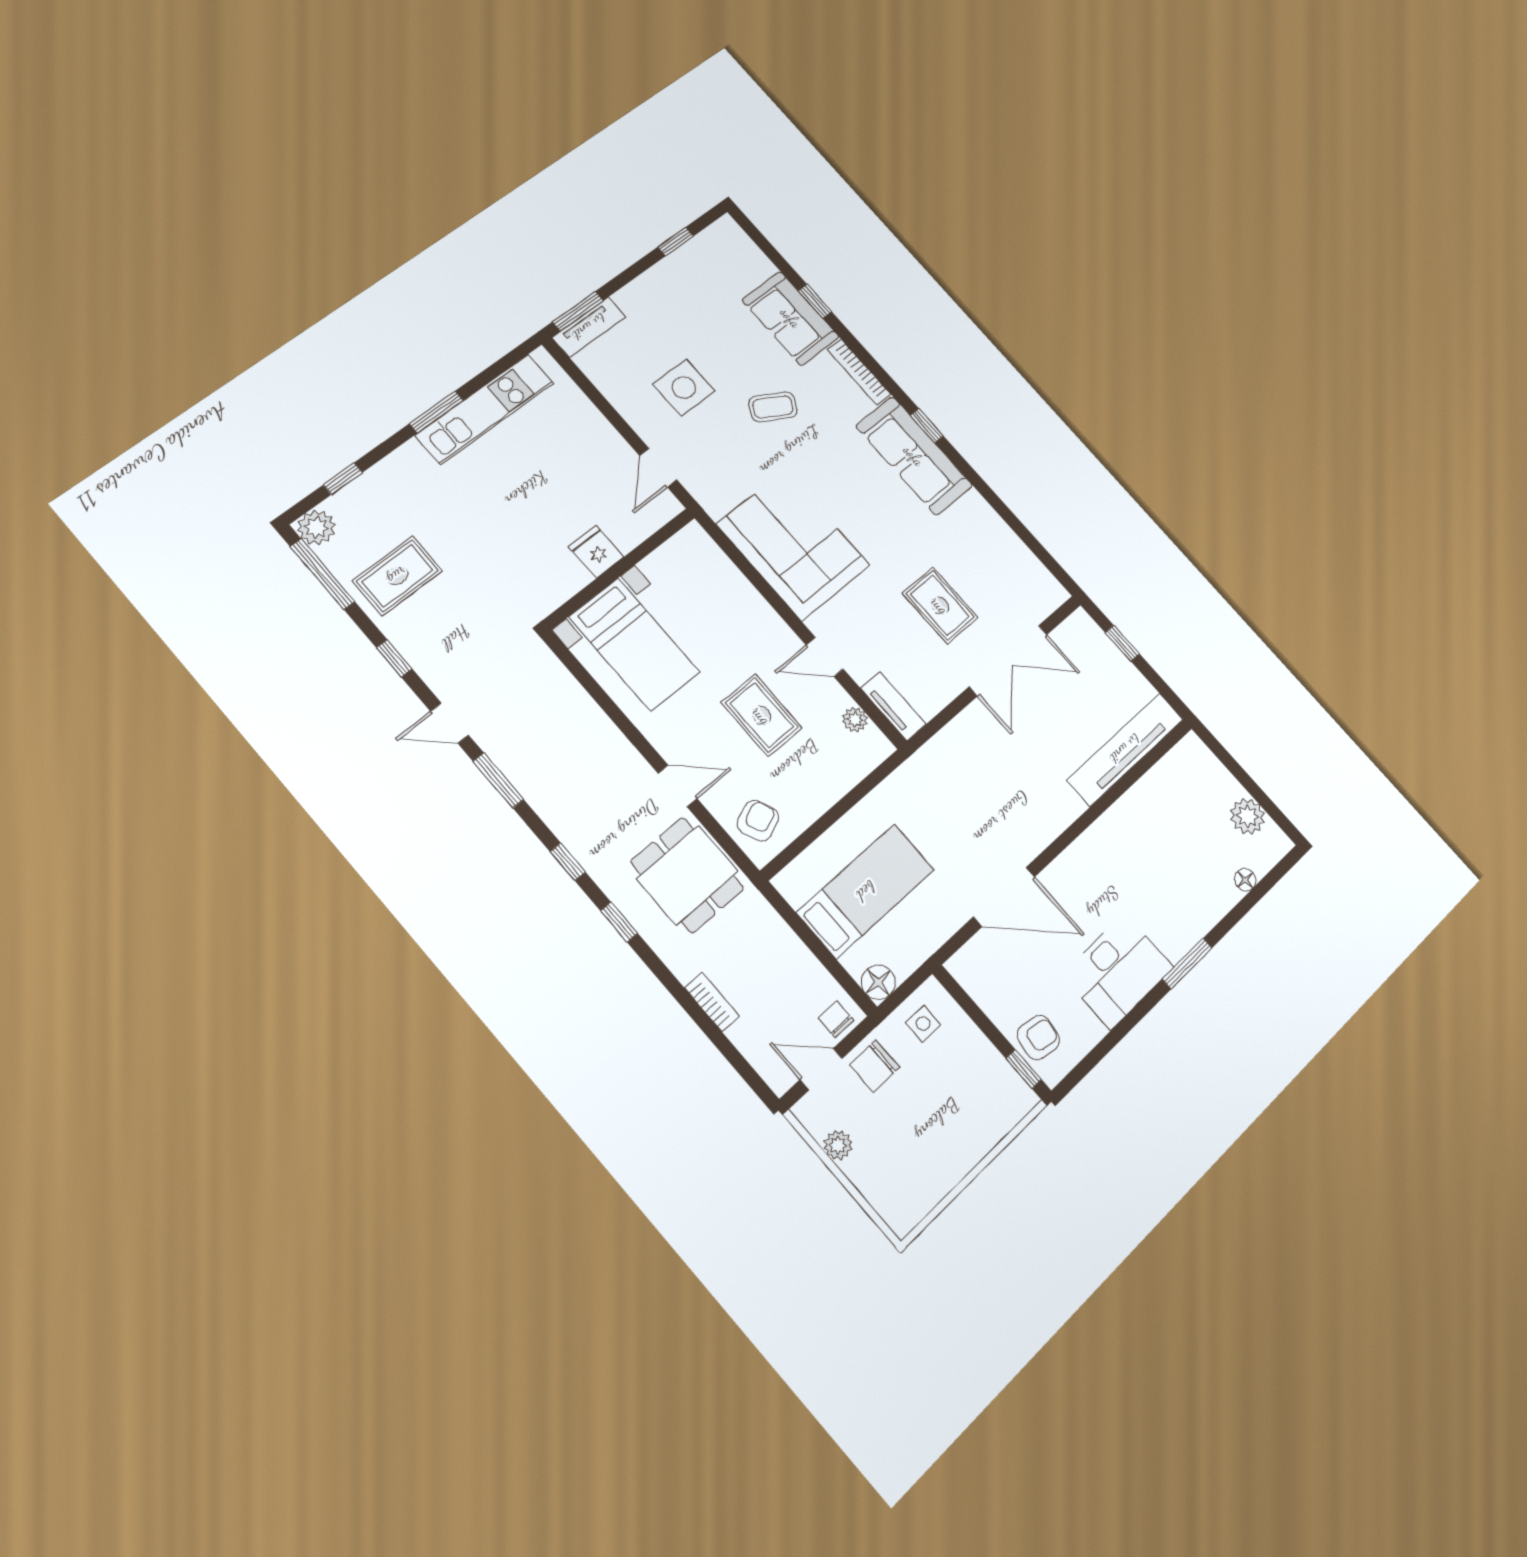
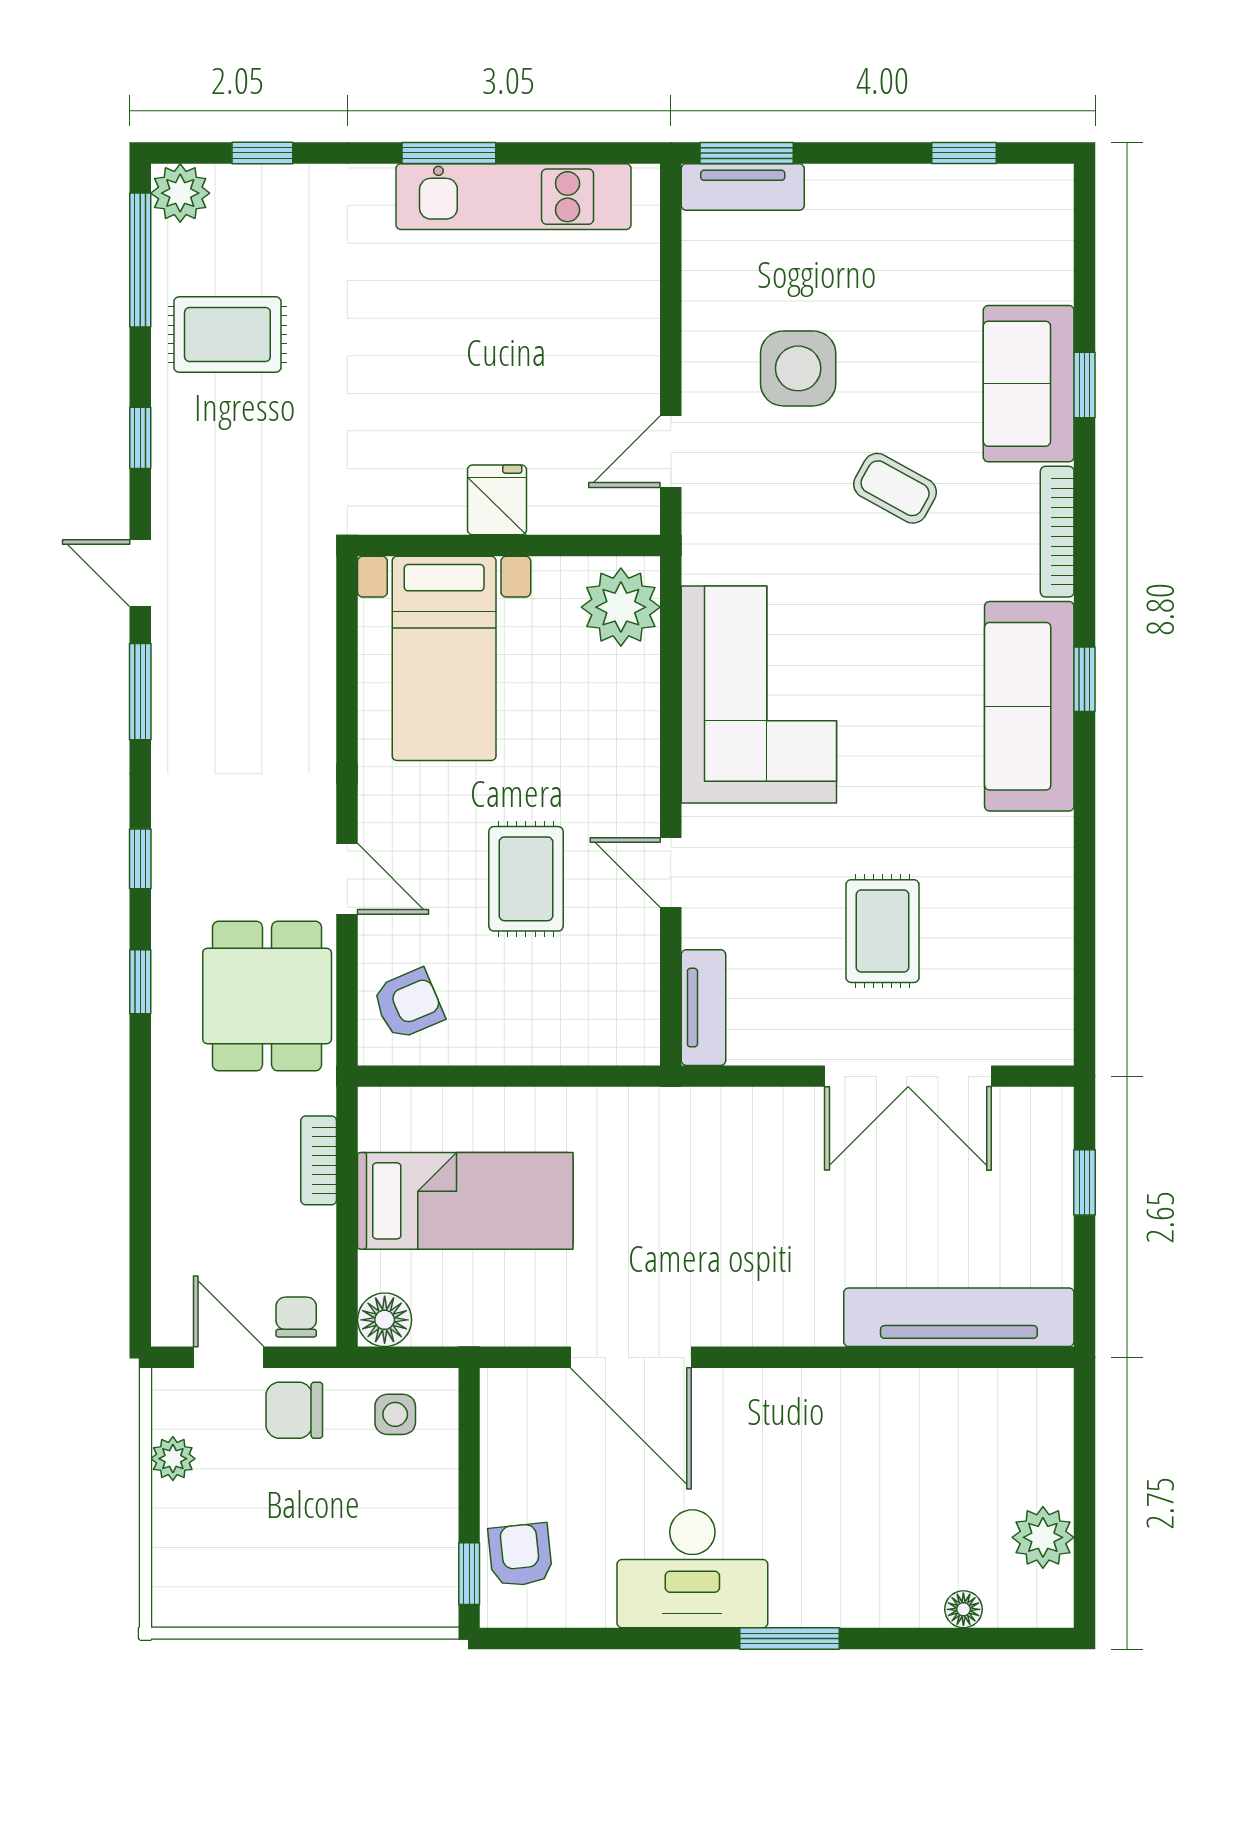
plant: (855, 720) -> (621, 607), moved, width x1.88, depth x1.88
bookcase: (712, 1002) -> (319, 1160), moved, turned 180
armchair: (1038, 1038) -> (520, 1555), turned -105

